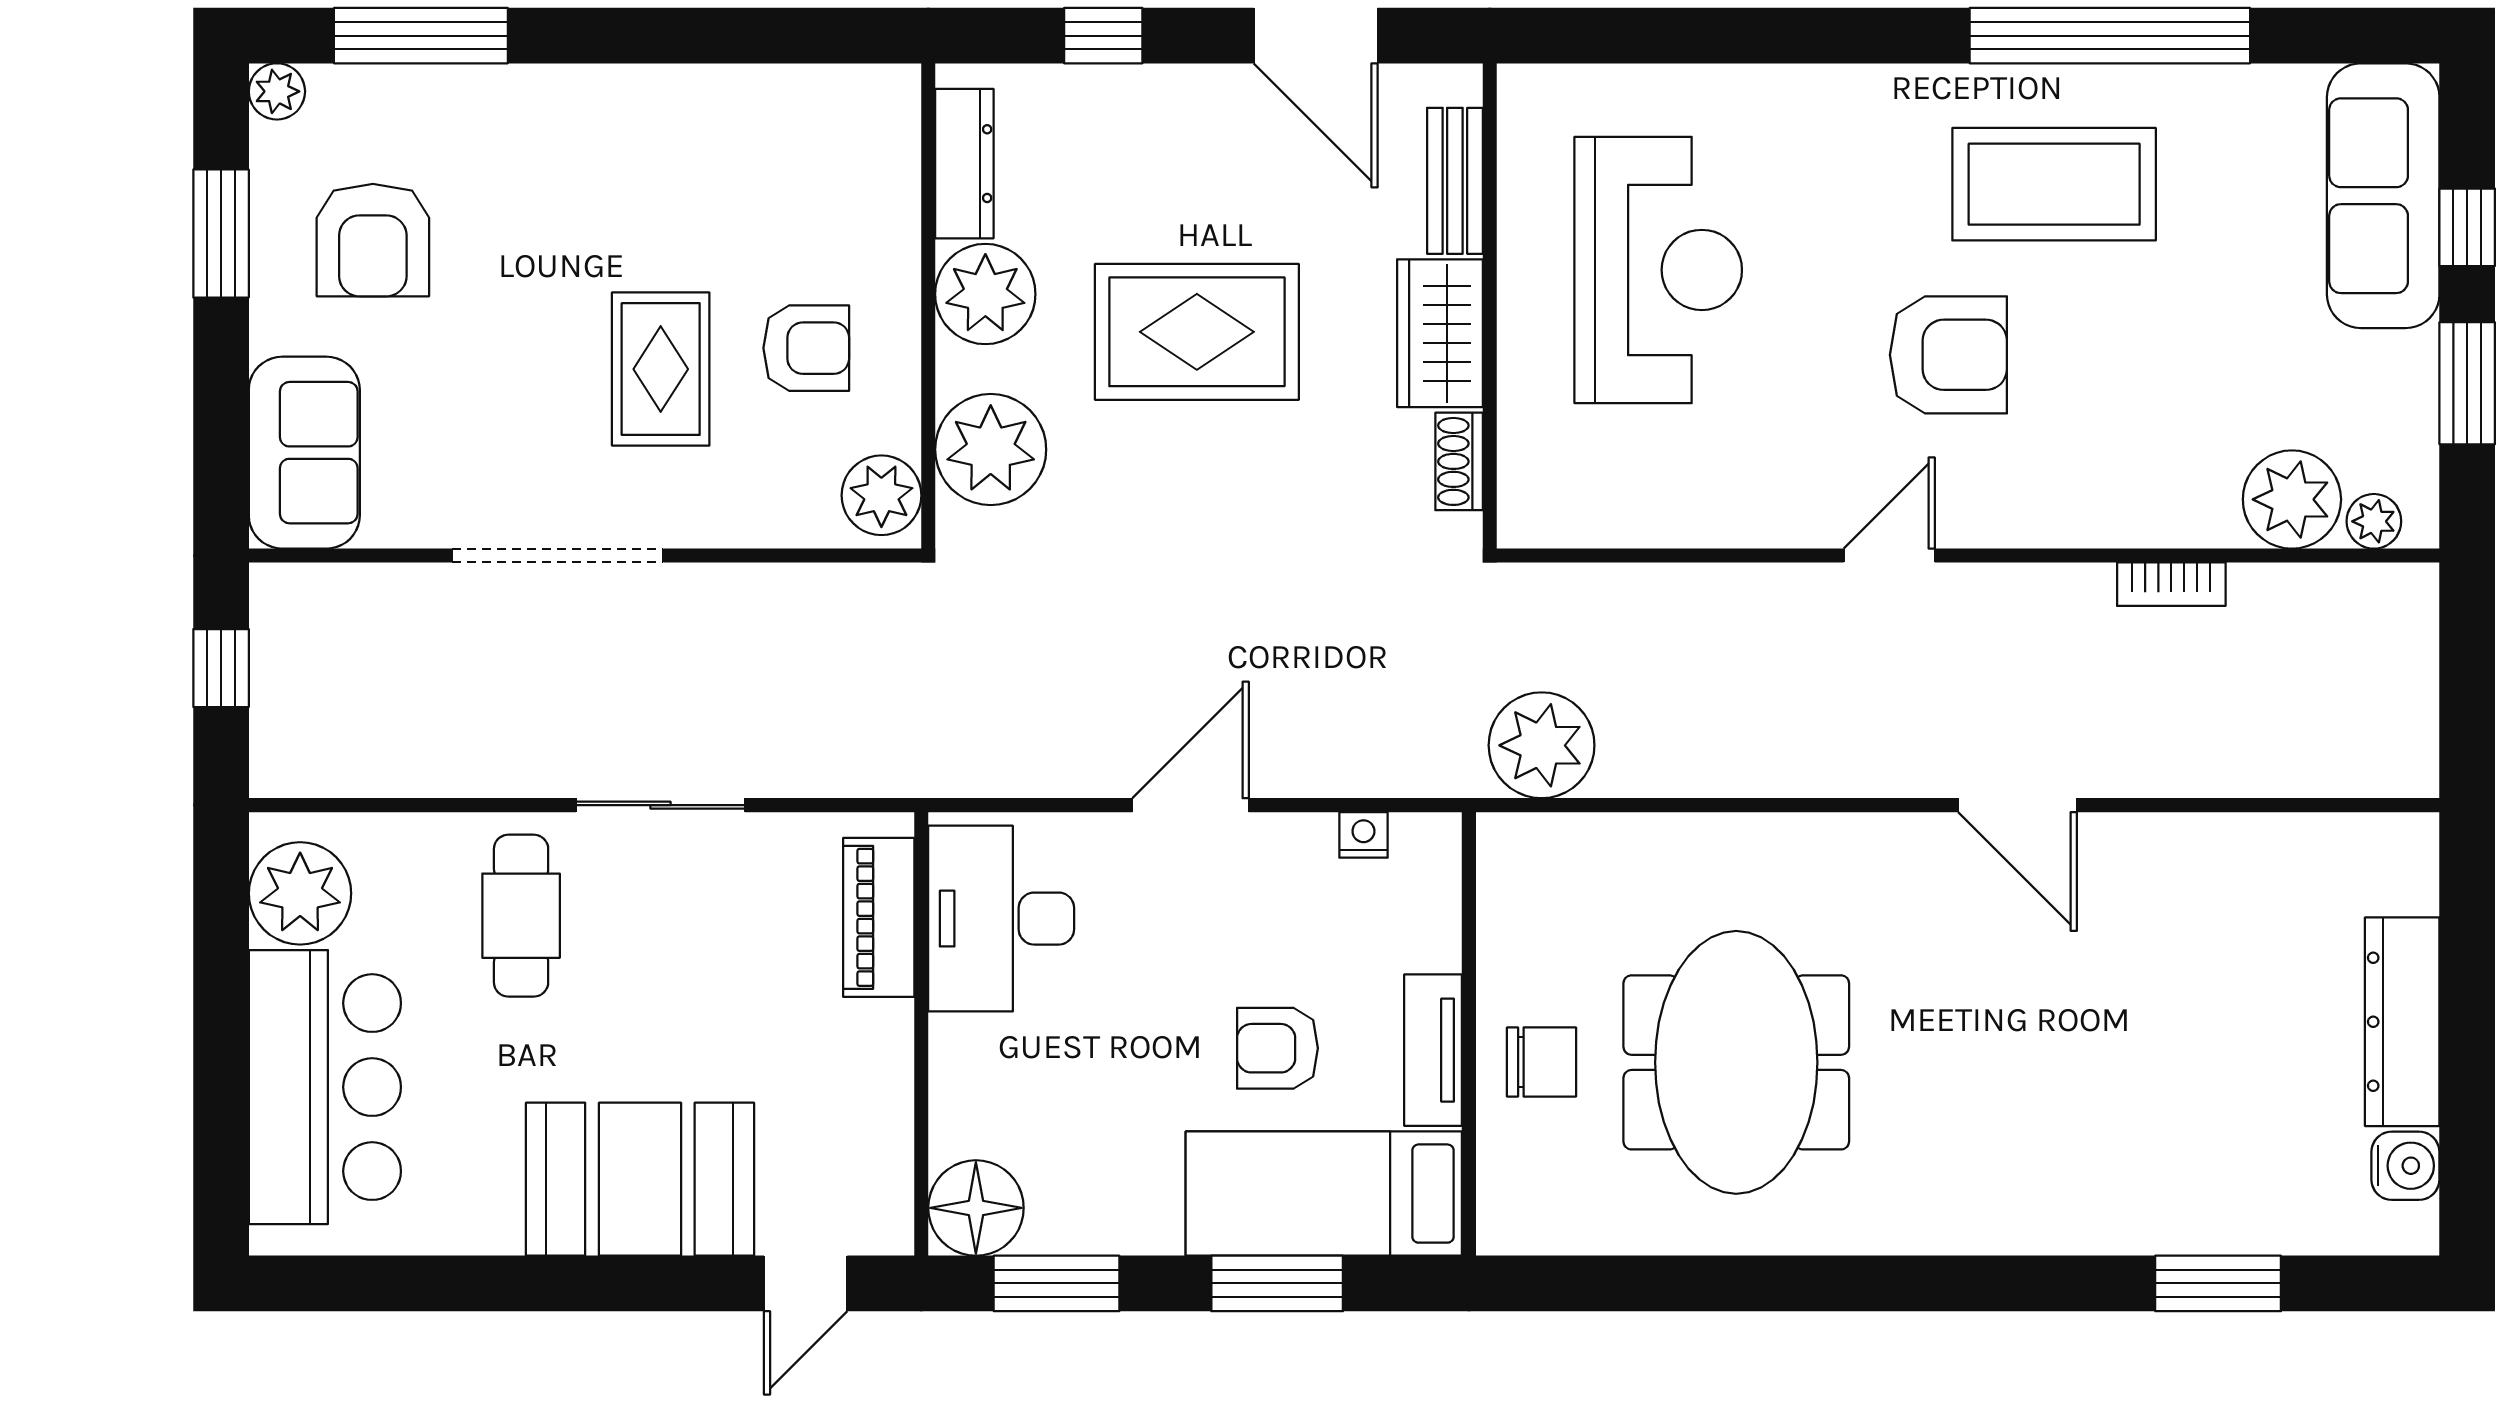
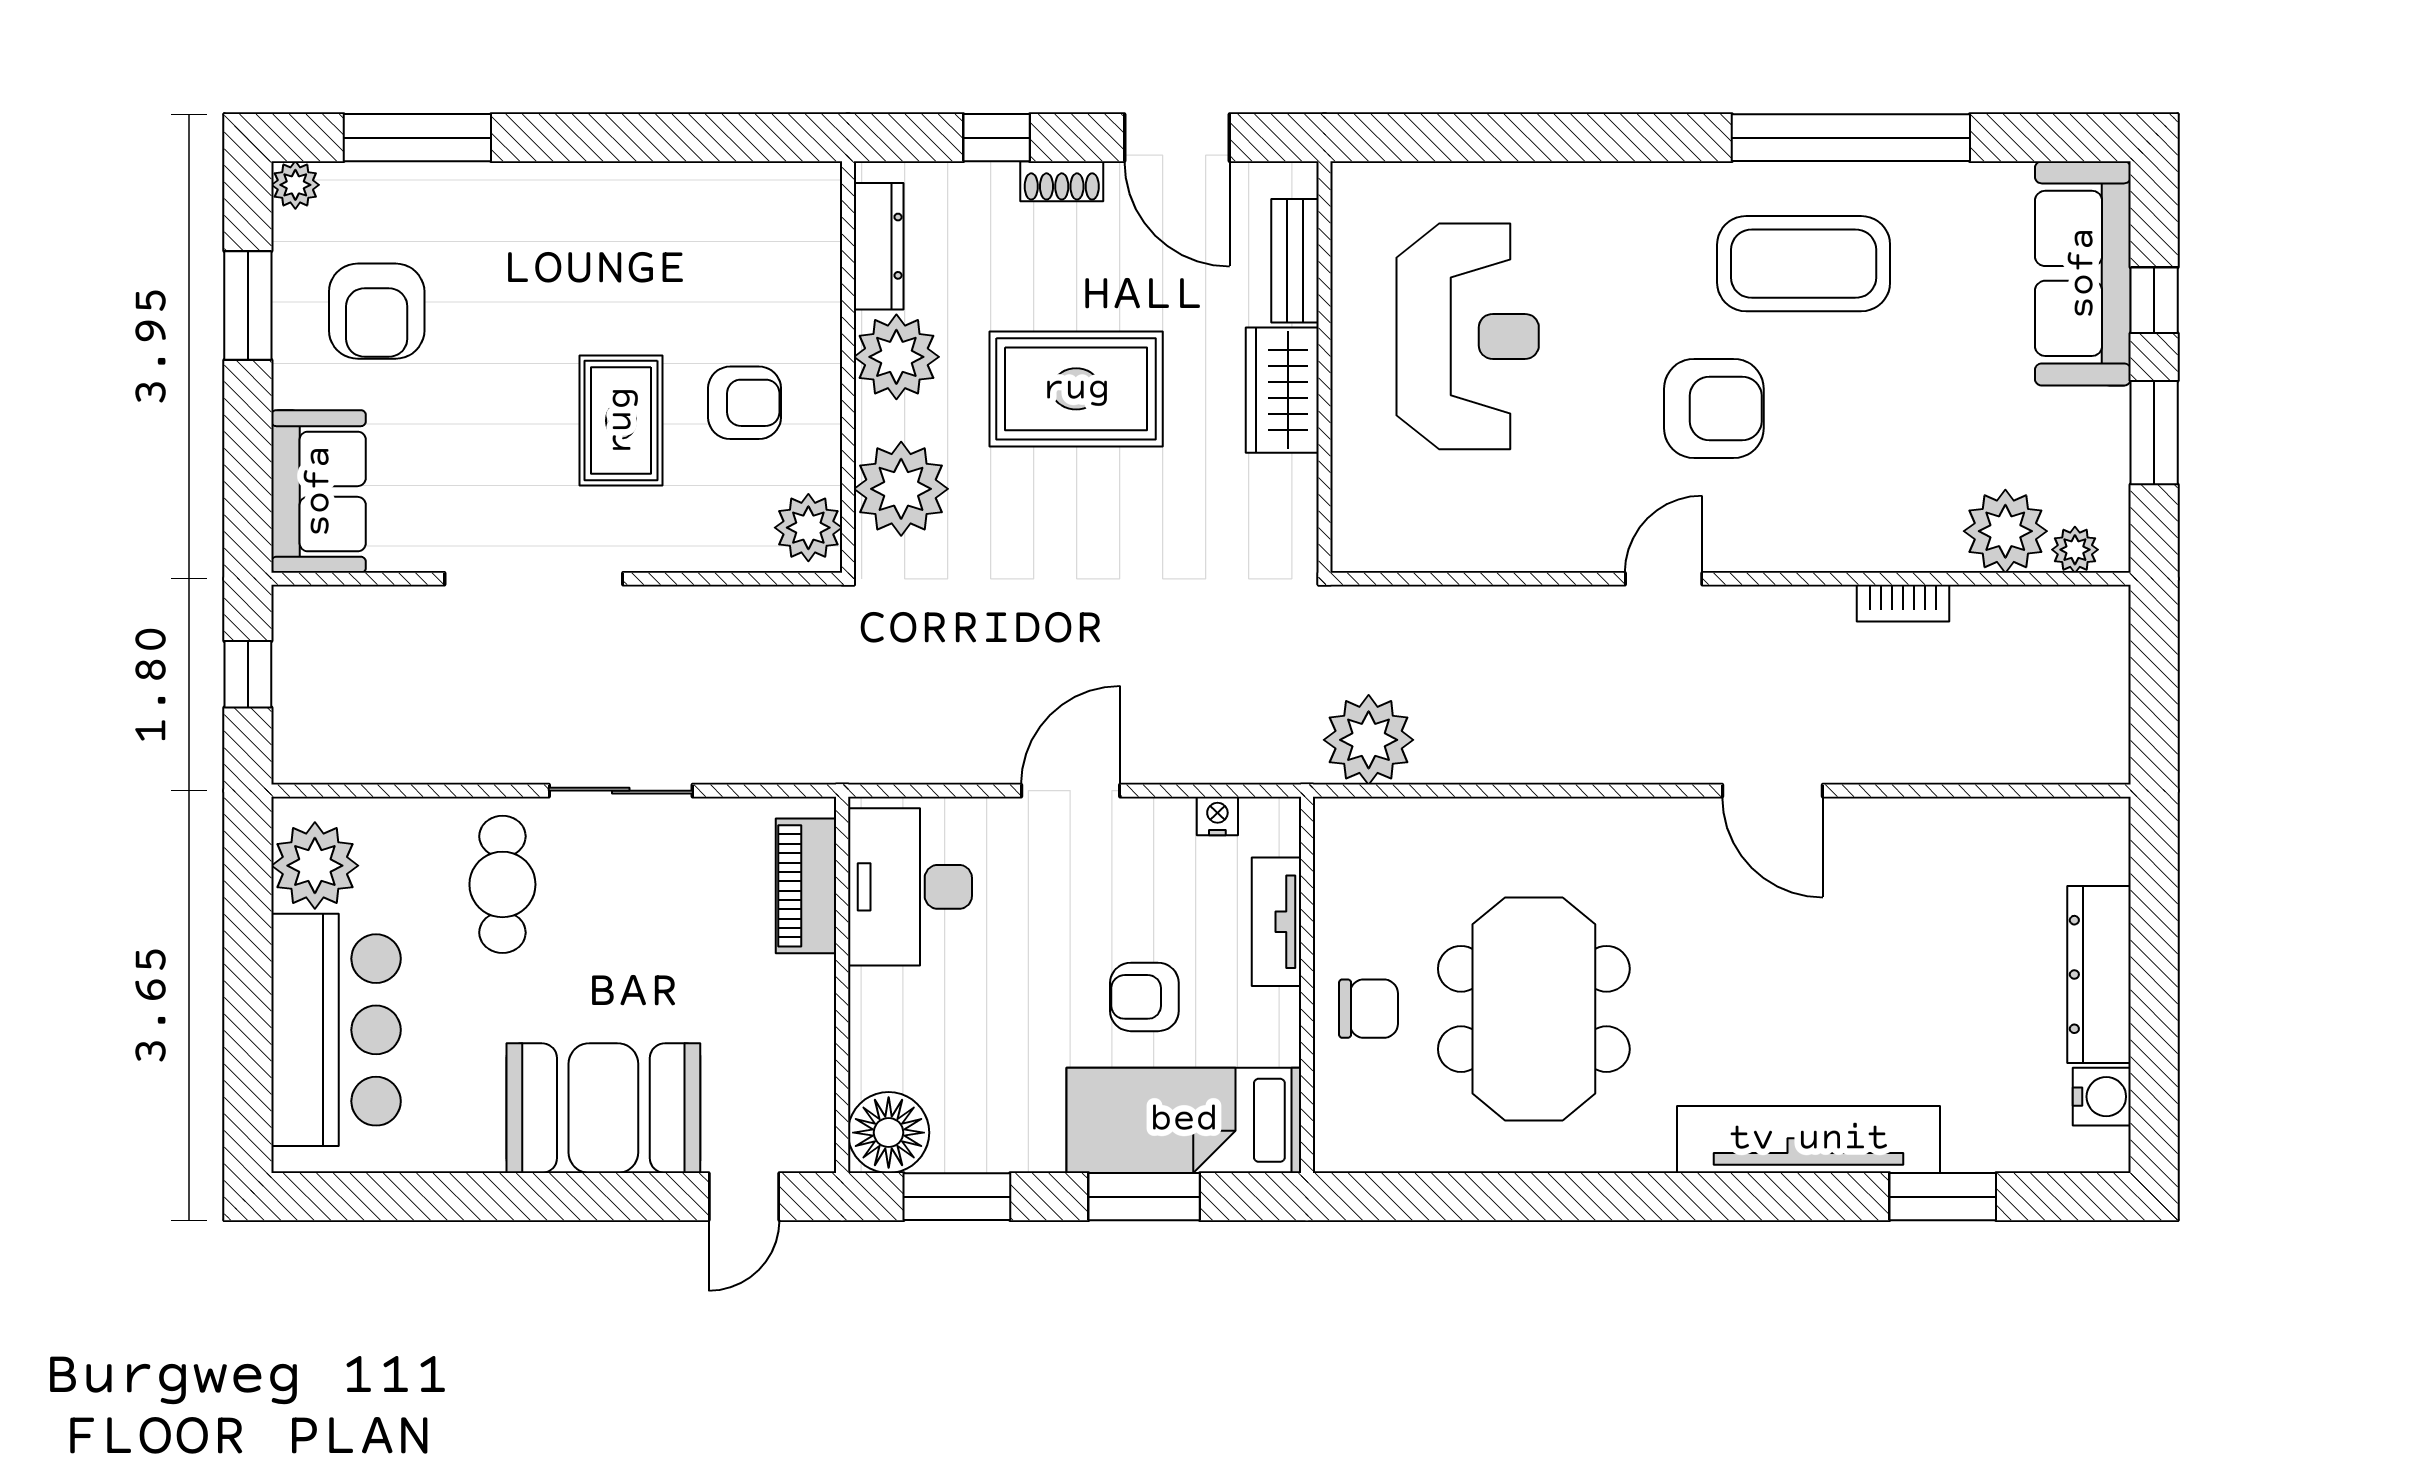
shoe rack: (1459, 461) -> (1062, 181), moved, turned -90
tv unit: (1433, 1050) -> (1276, 922), moved
tv unit: (2060, 1216) -> (1809, 1139), added

